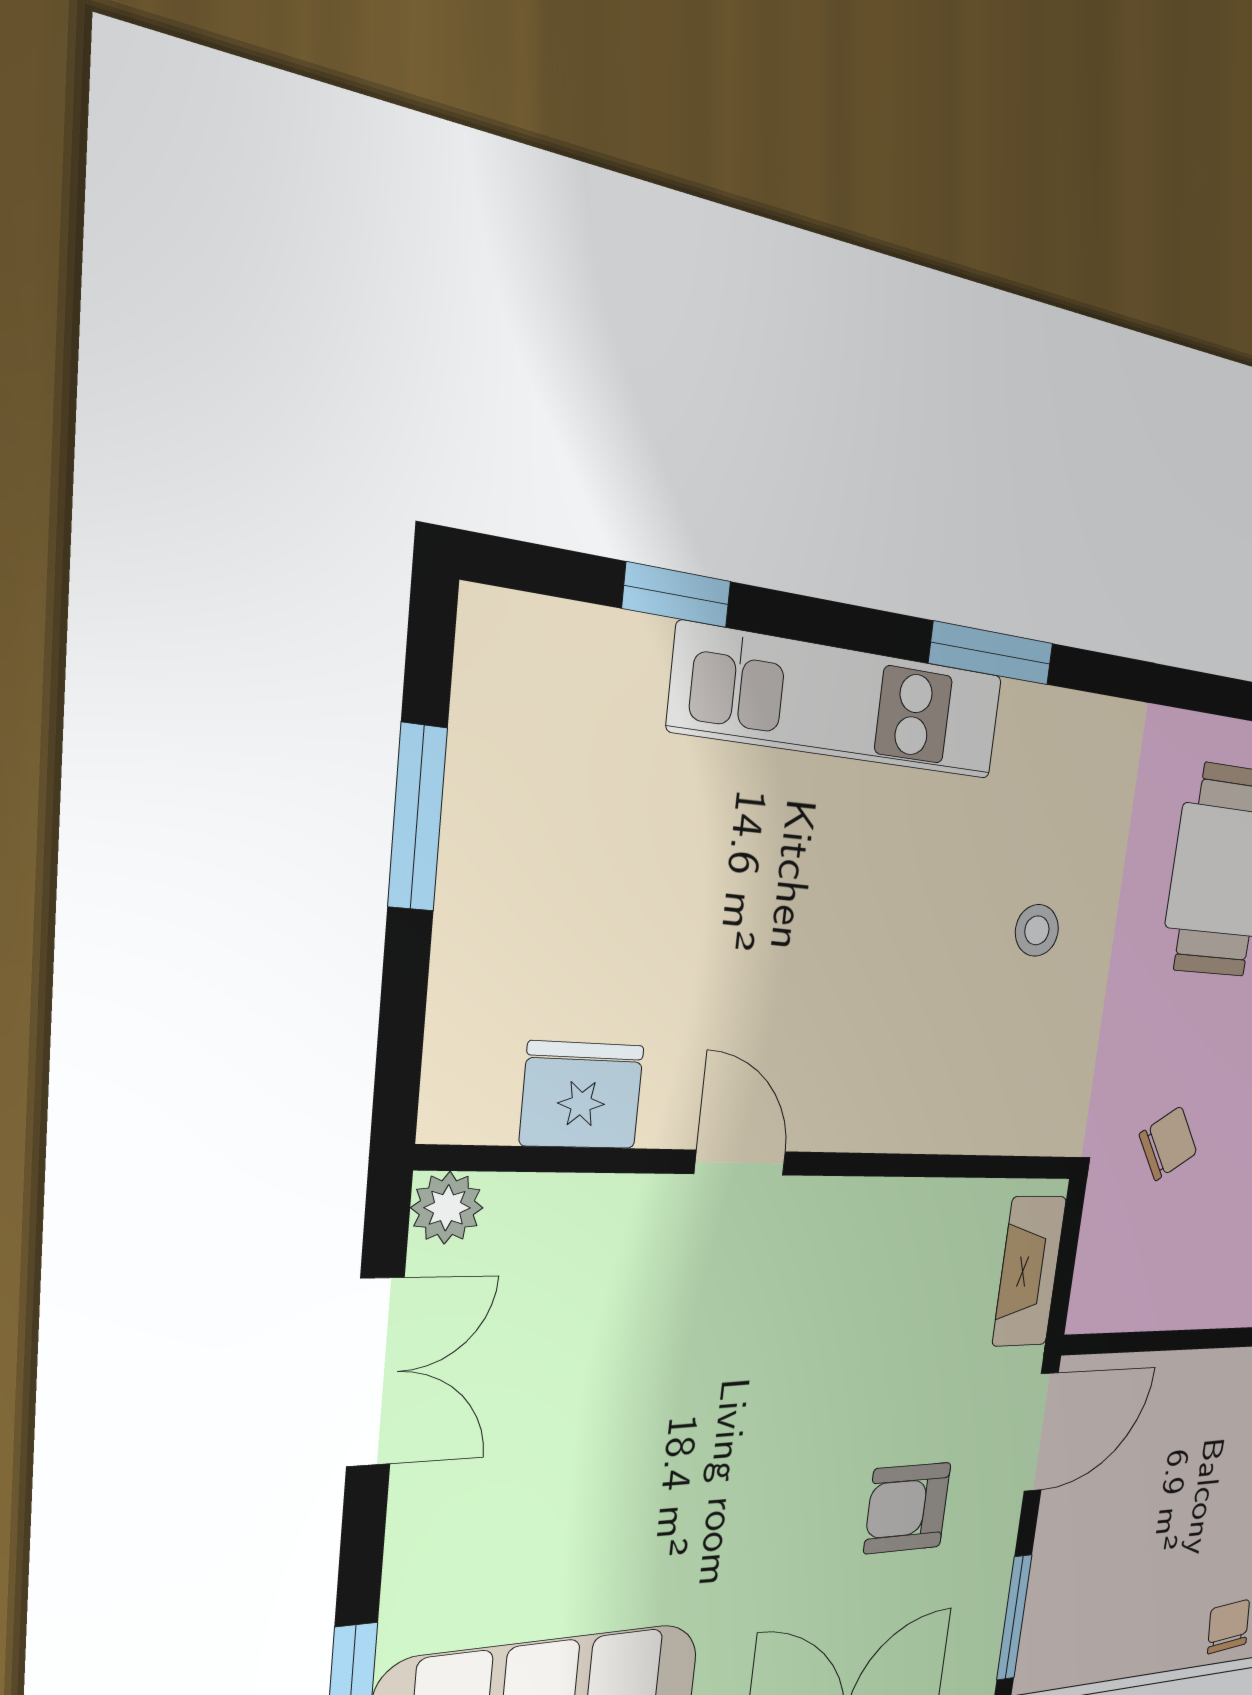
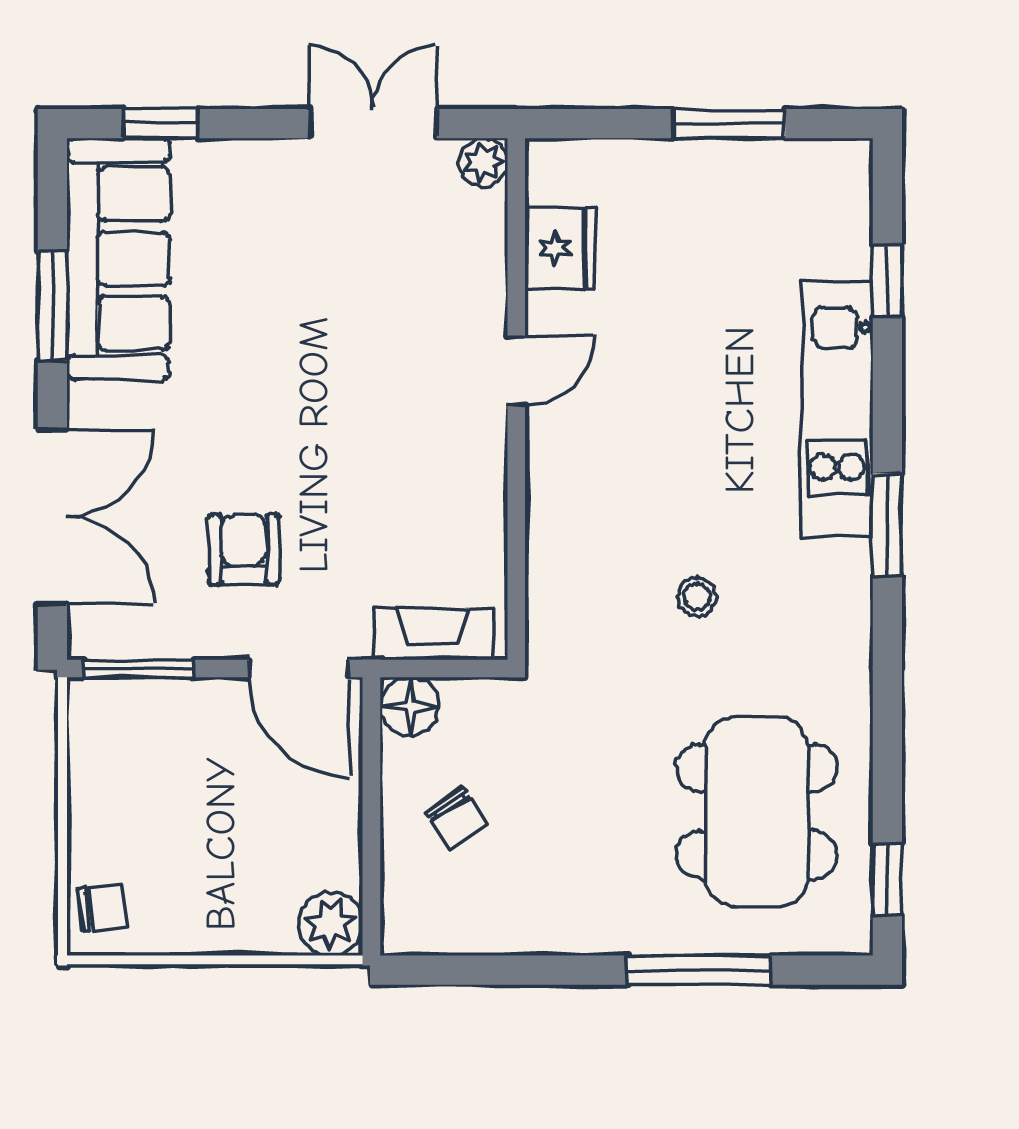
chair: (1168, 1144) -> (457, 819), moved
floor lamp: (1099, 1298) -> (410, 707), added
double door: (375, 1372) -> (373, 124), swing flipped

